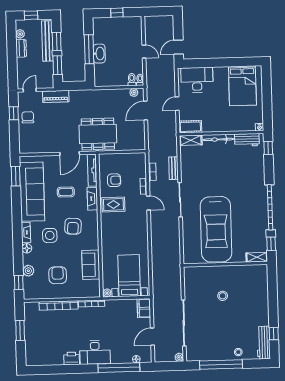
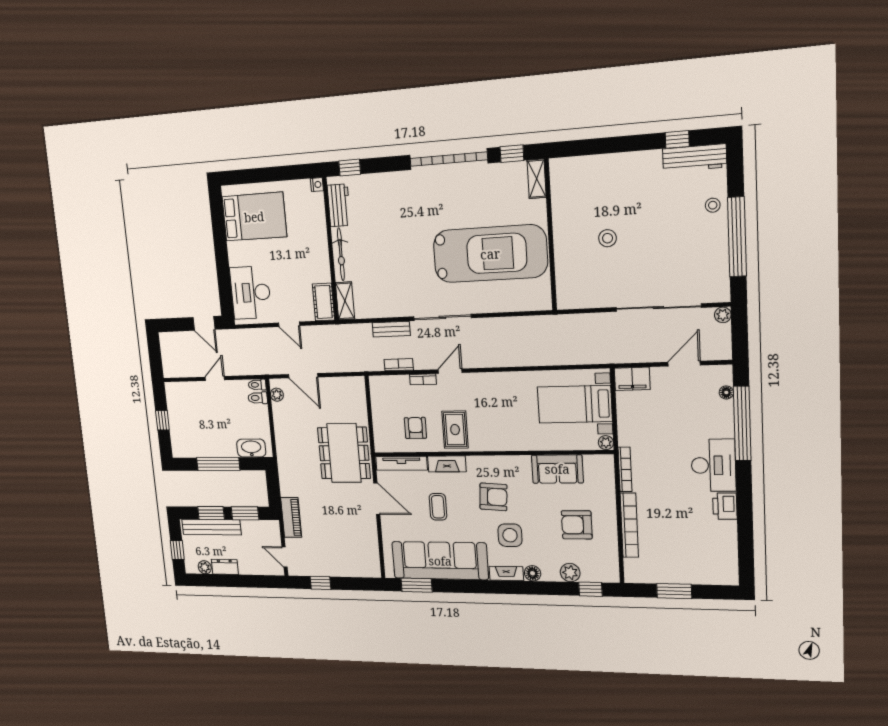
washbasin: (99, 54) -> (251, 448), moved
chair: (28, 117) -> (325, 562), removed
door: (152, 337) -> (684, 364), swing flipped

